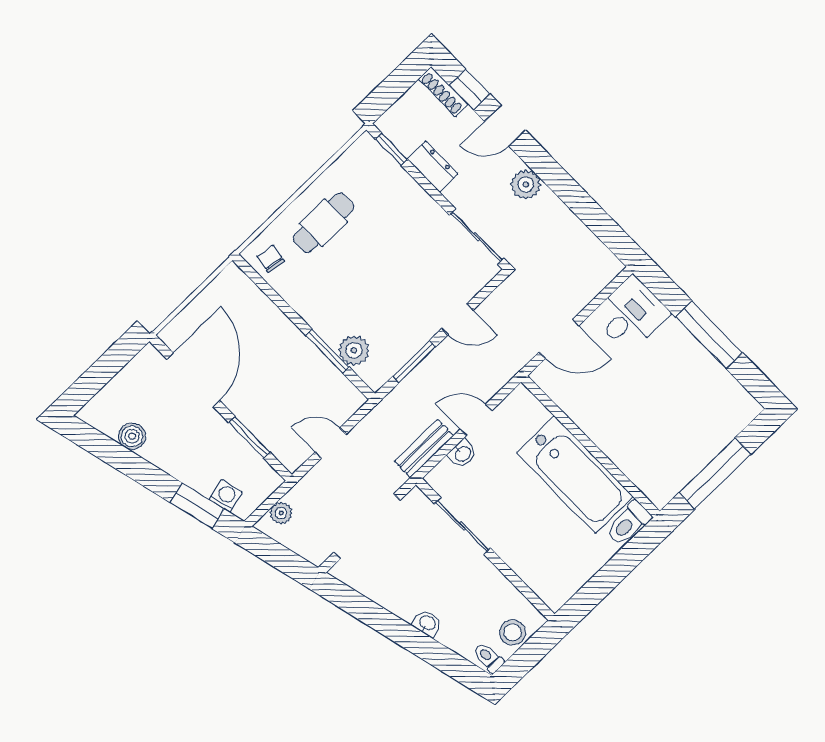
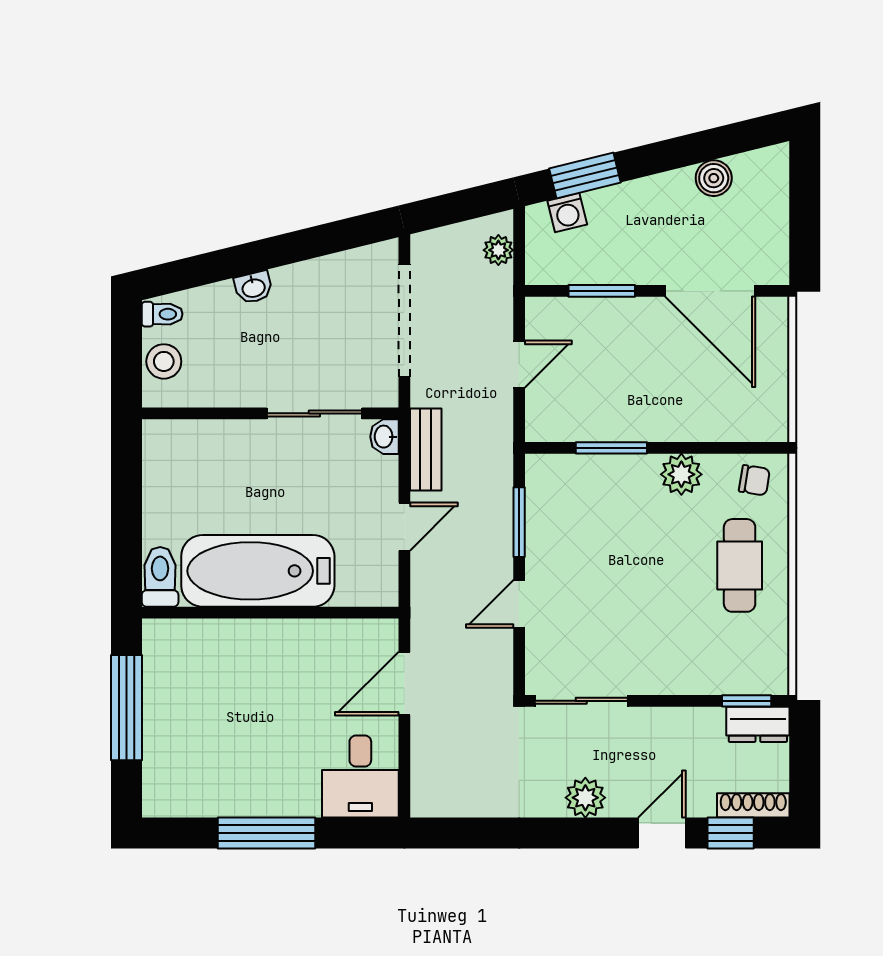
dresser: (433, 167) -> (758, 724), moved
plant: (354, 350) -> (681, 474), moved
washbasin: (462, 454) -> (384, 437), moved

